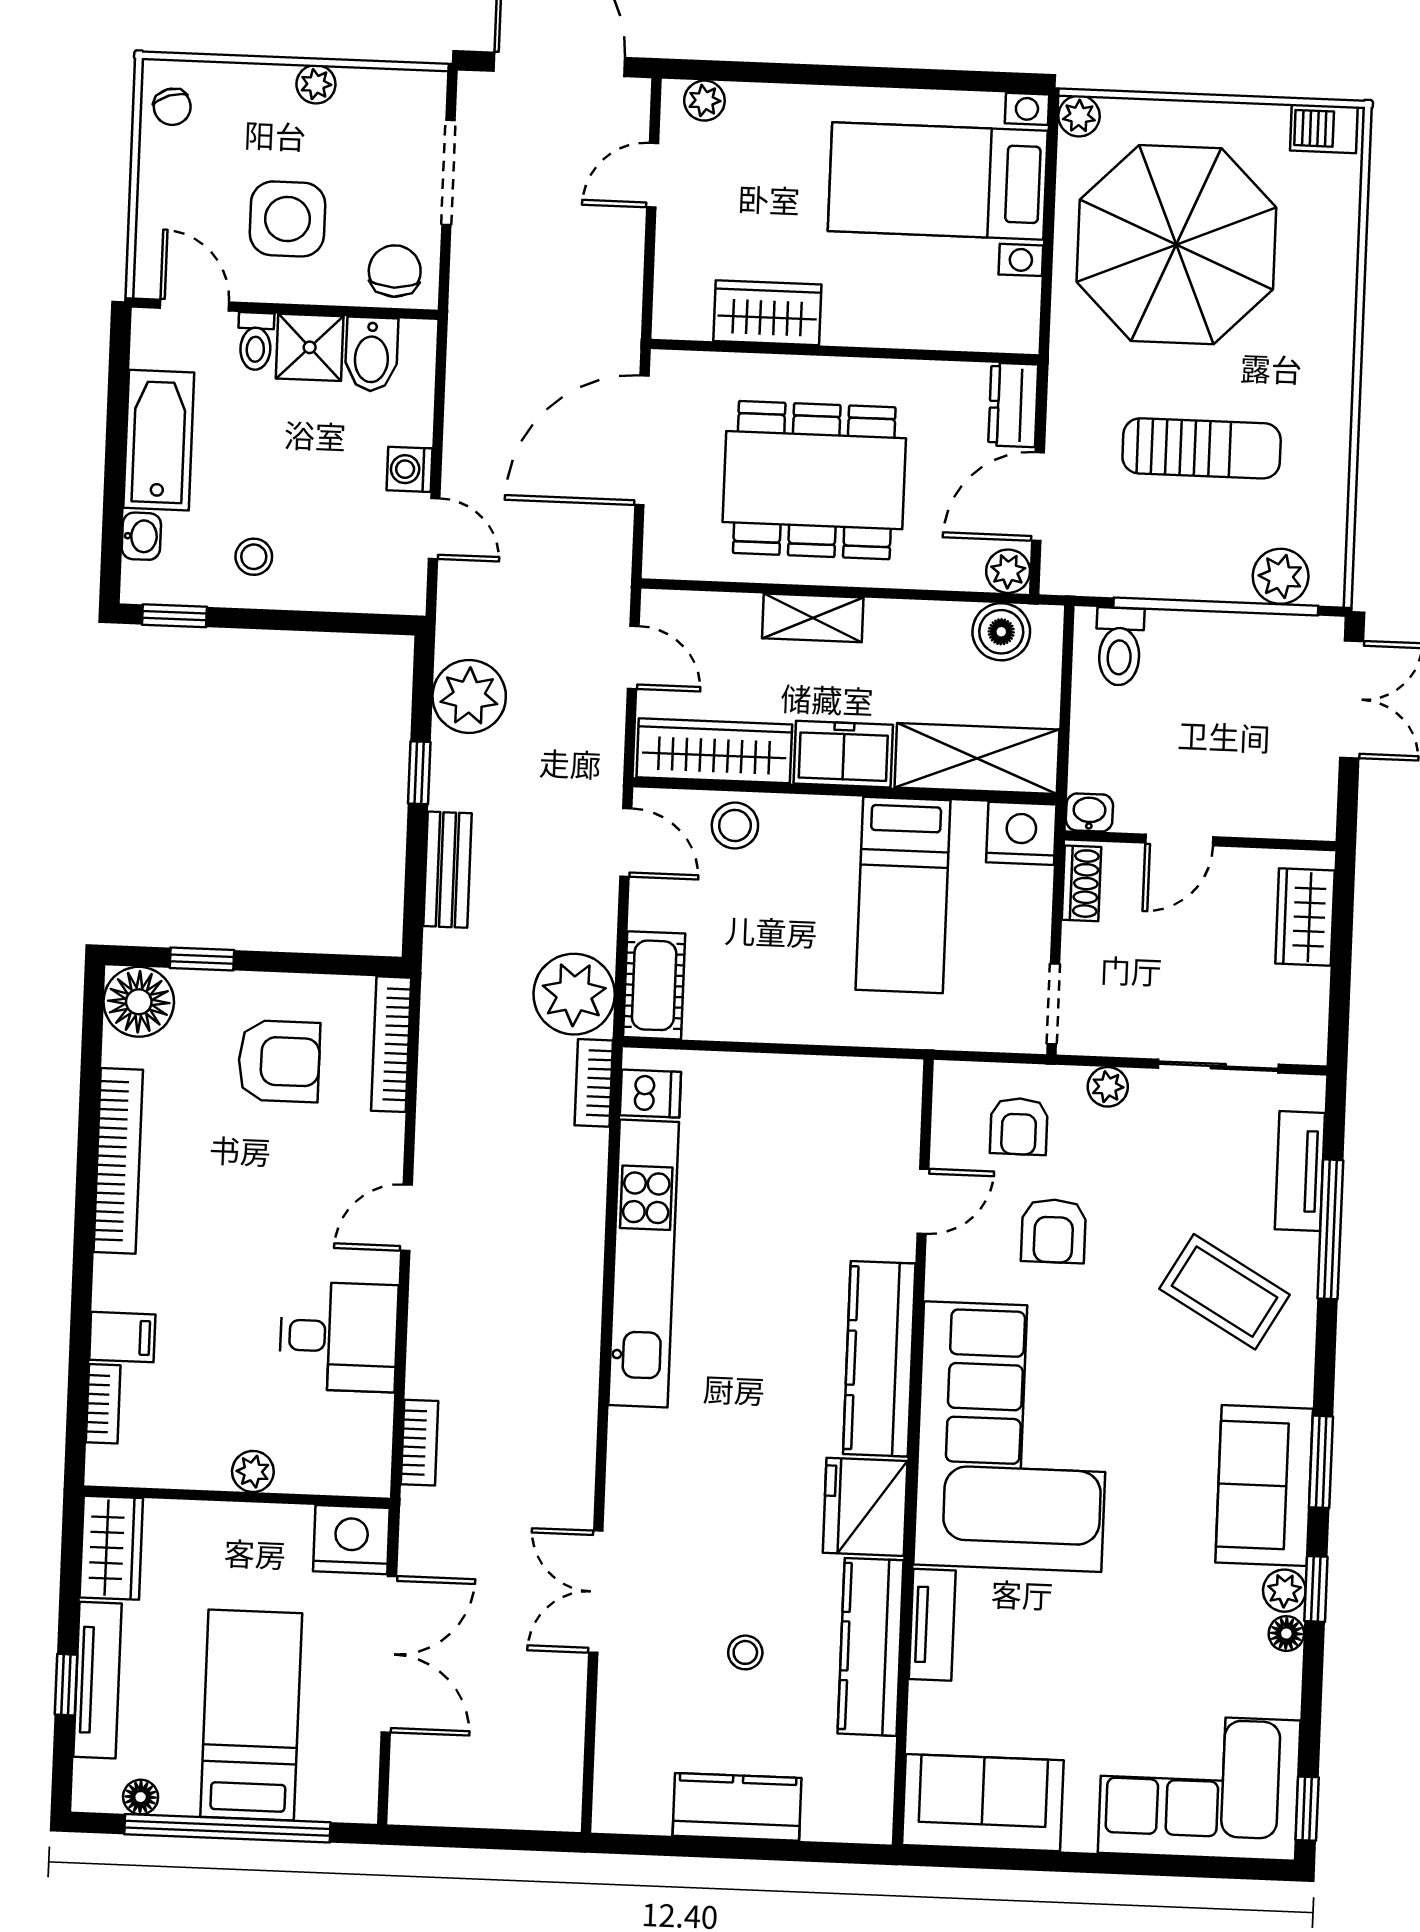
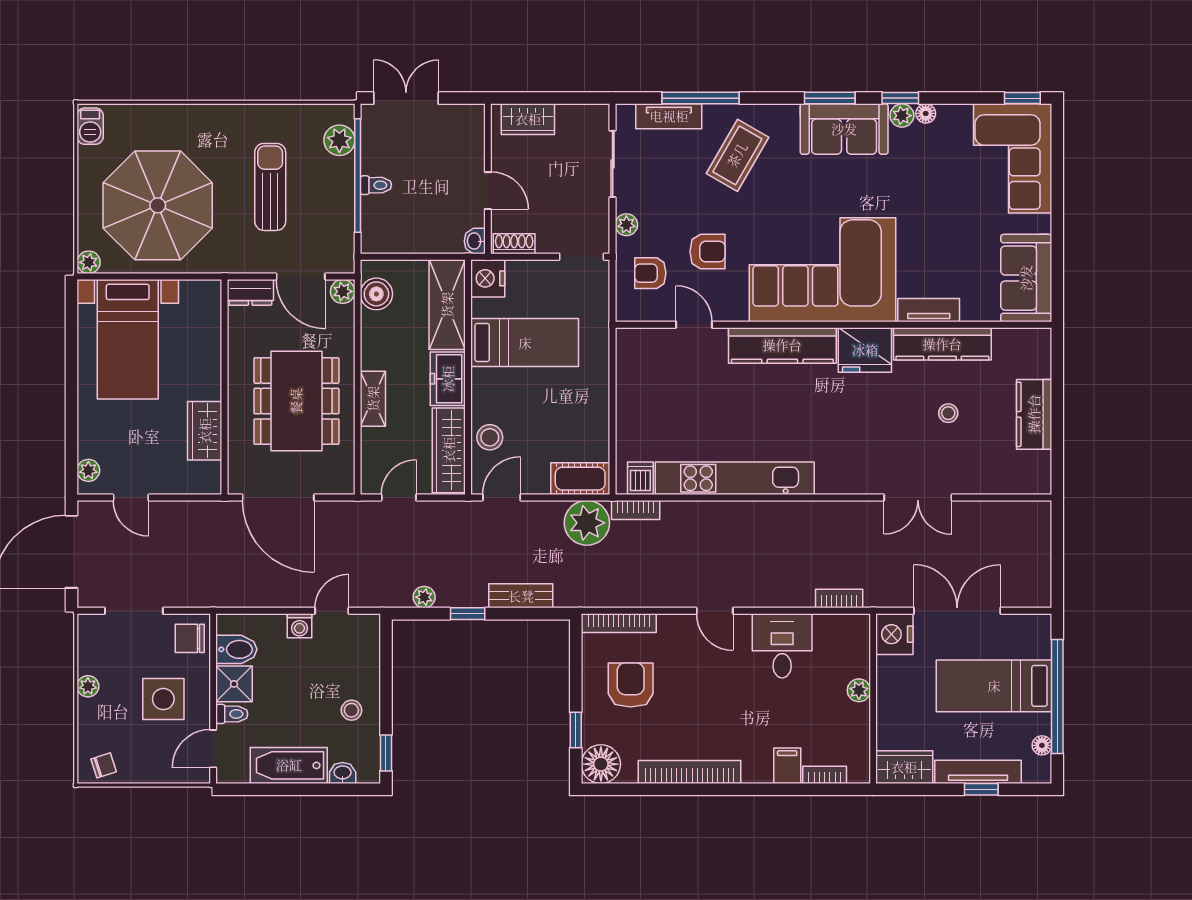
toilet: (1120, 647) -> (376, 185), moved, width x0.73, depth x0.72
plant: (469, 696) -> (424, 597), width x0.53, depth x0.53
armchair: (1019, 1126) -> (650, 273), turned 180

